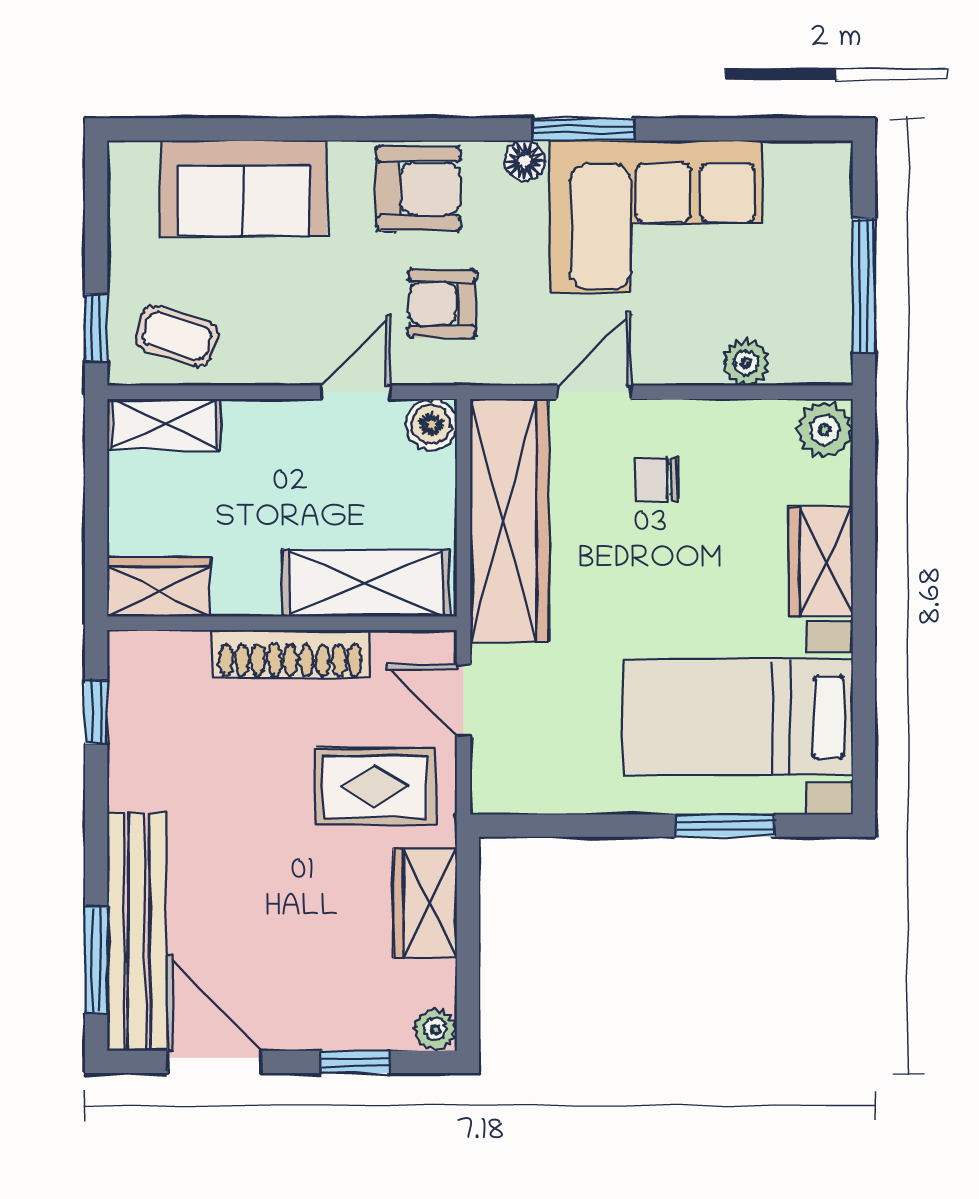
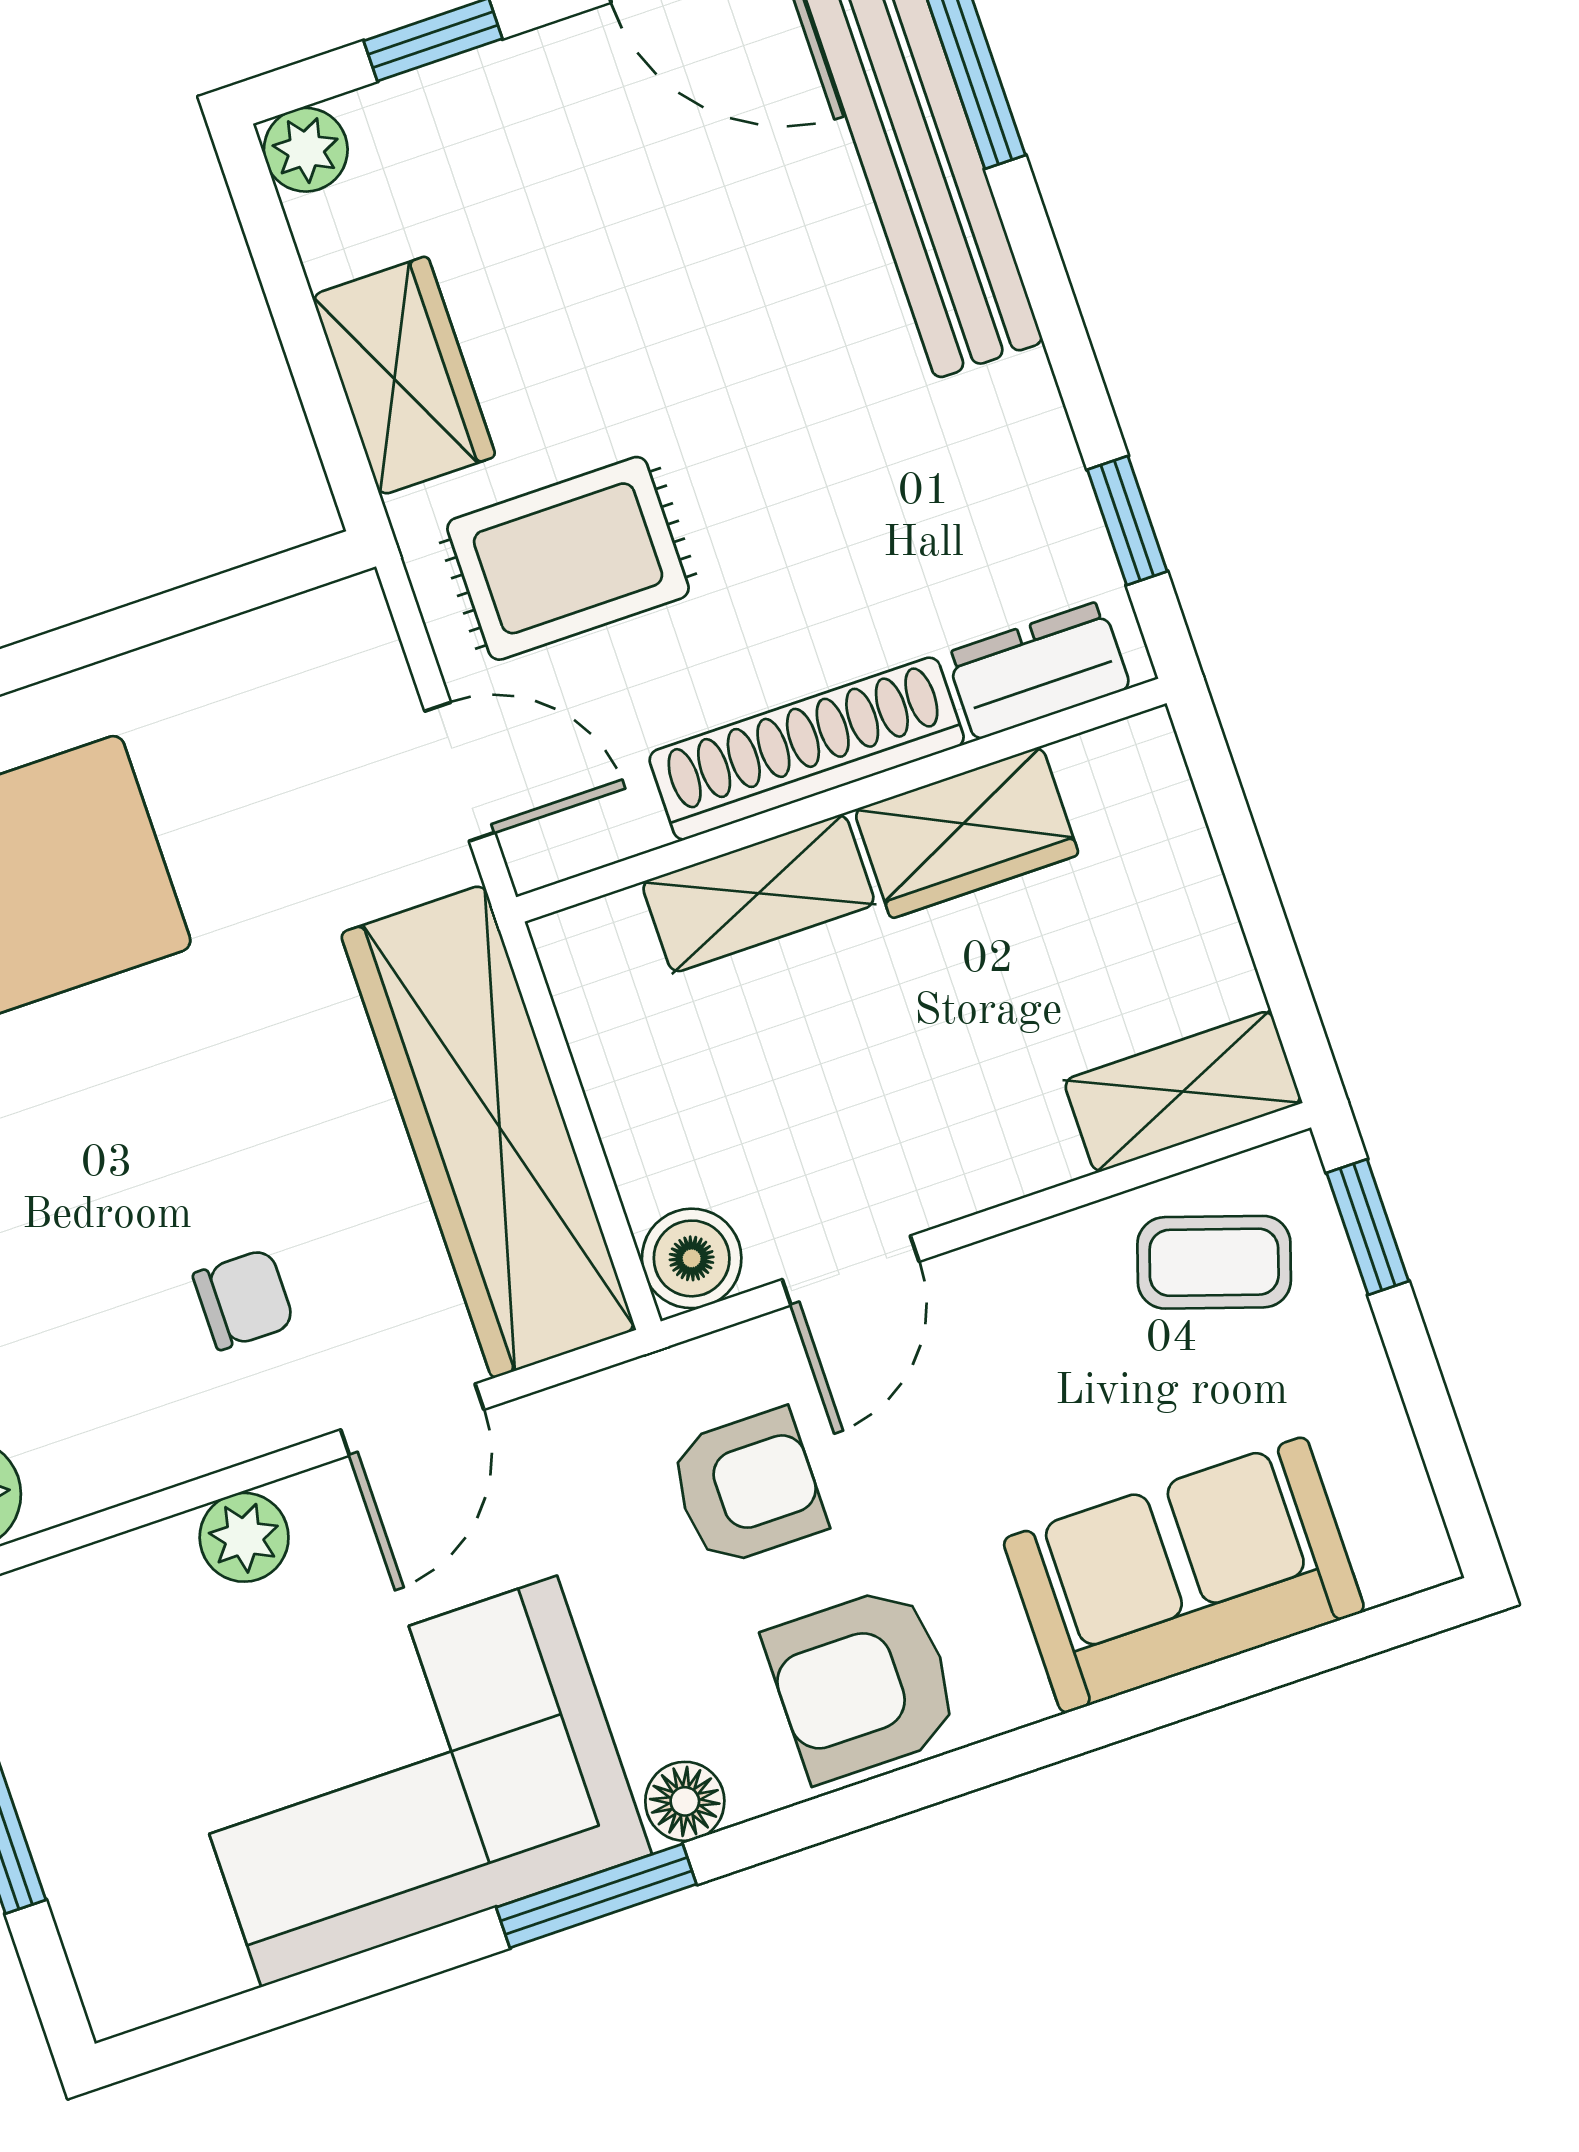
plant: (746, 363) -> (244, 1537), moved
shelving: (366, 583) -> (758, 893), width x0.67, depth x0.75
wardrobe: (159, 587) -> (966, 832), moved
dresser: (165, 654) -> (1038, 670), added

